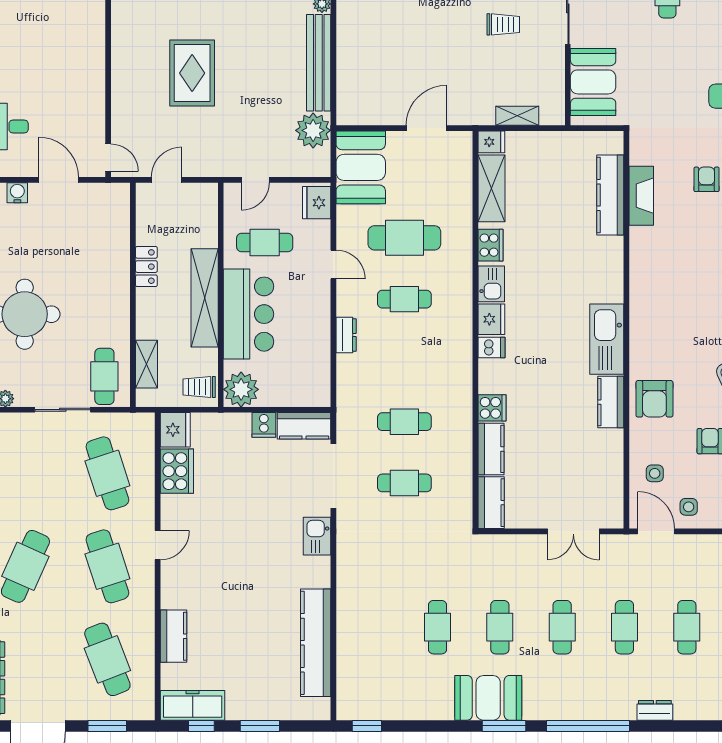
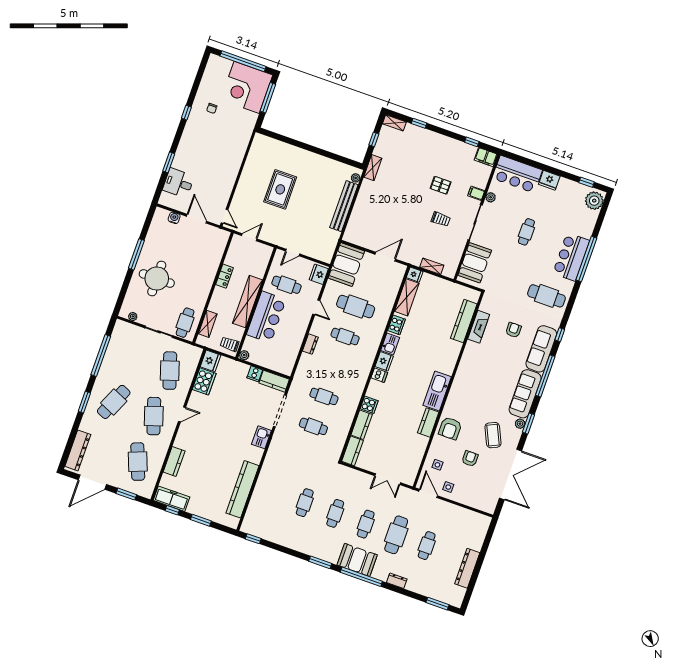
plant: (313, 130) -> (329, 238), removed
plant: (241, 389) -> (244, 355), width x0.53, depth x0.53
cafe table: (624, 627) -> (396, 535), width x1.37, depth x1.35
booth: (488, 698) -> (357, 560), moved

